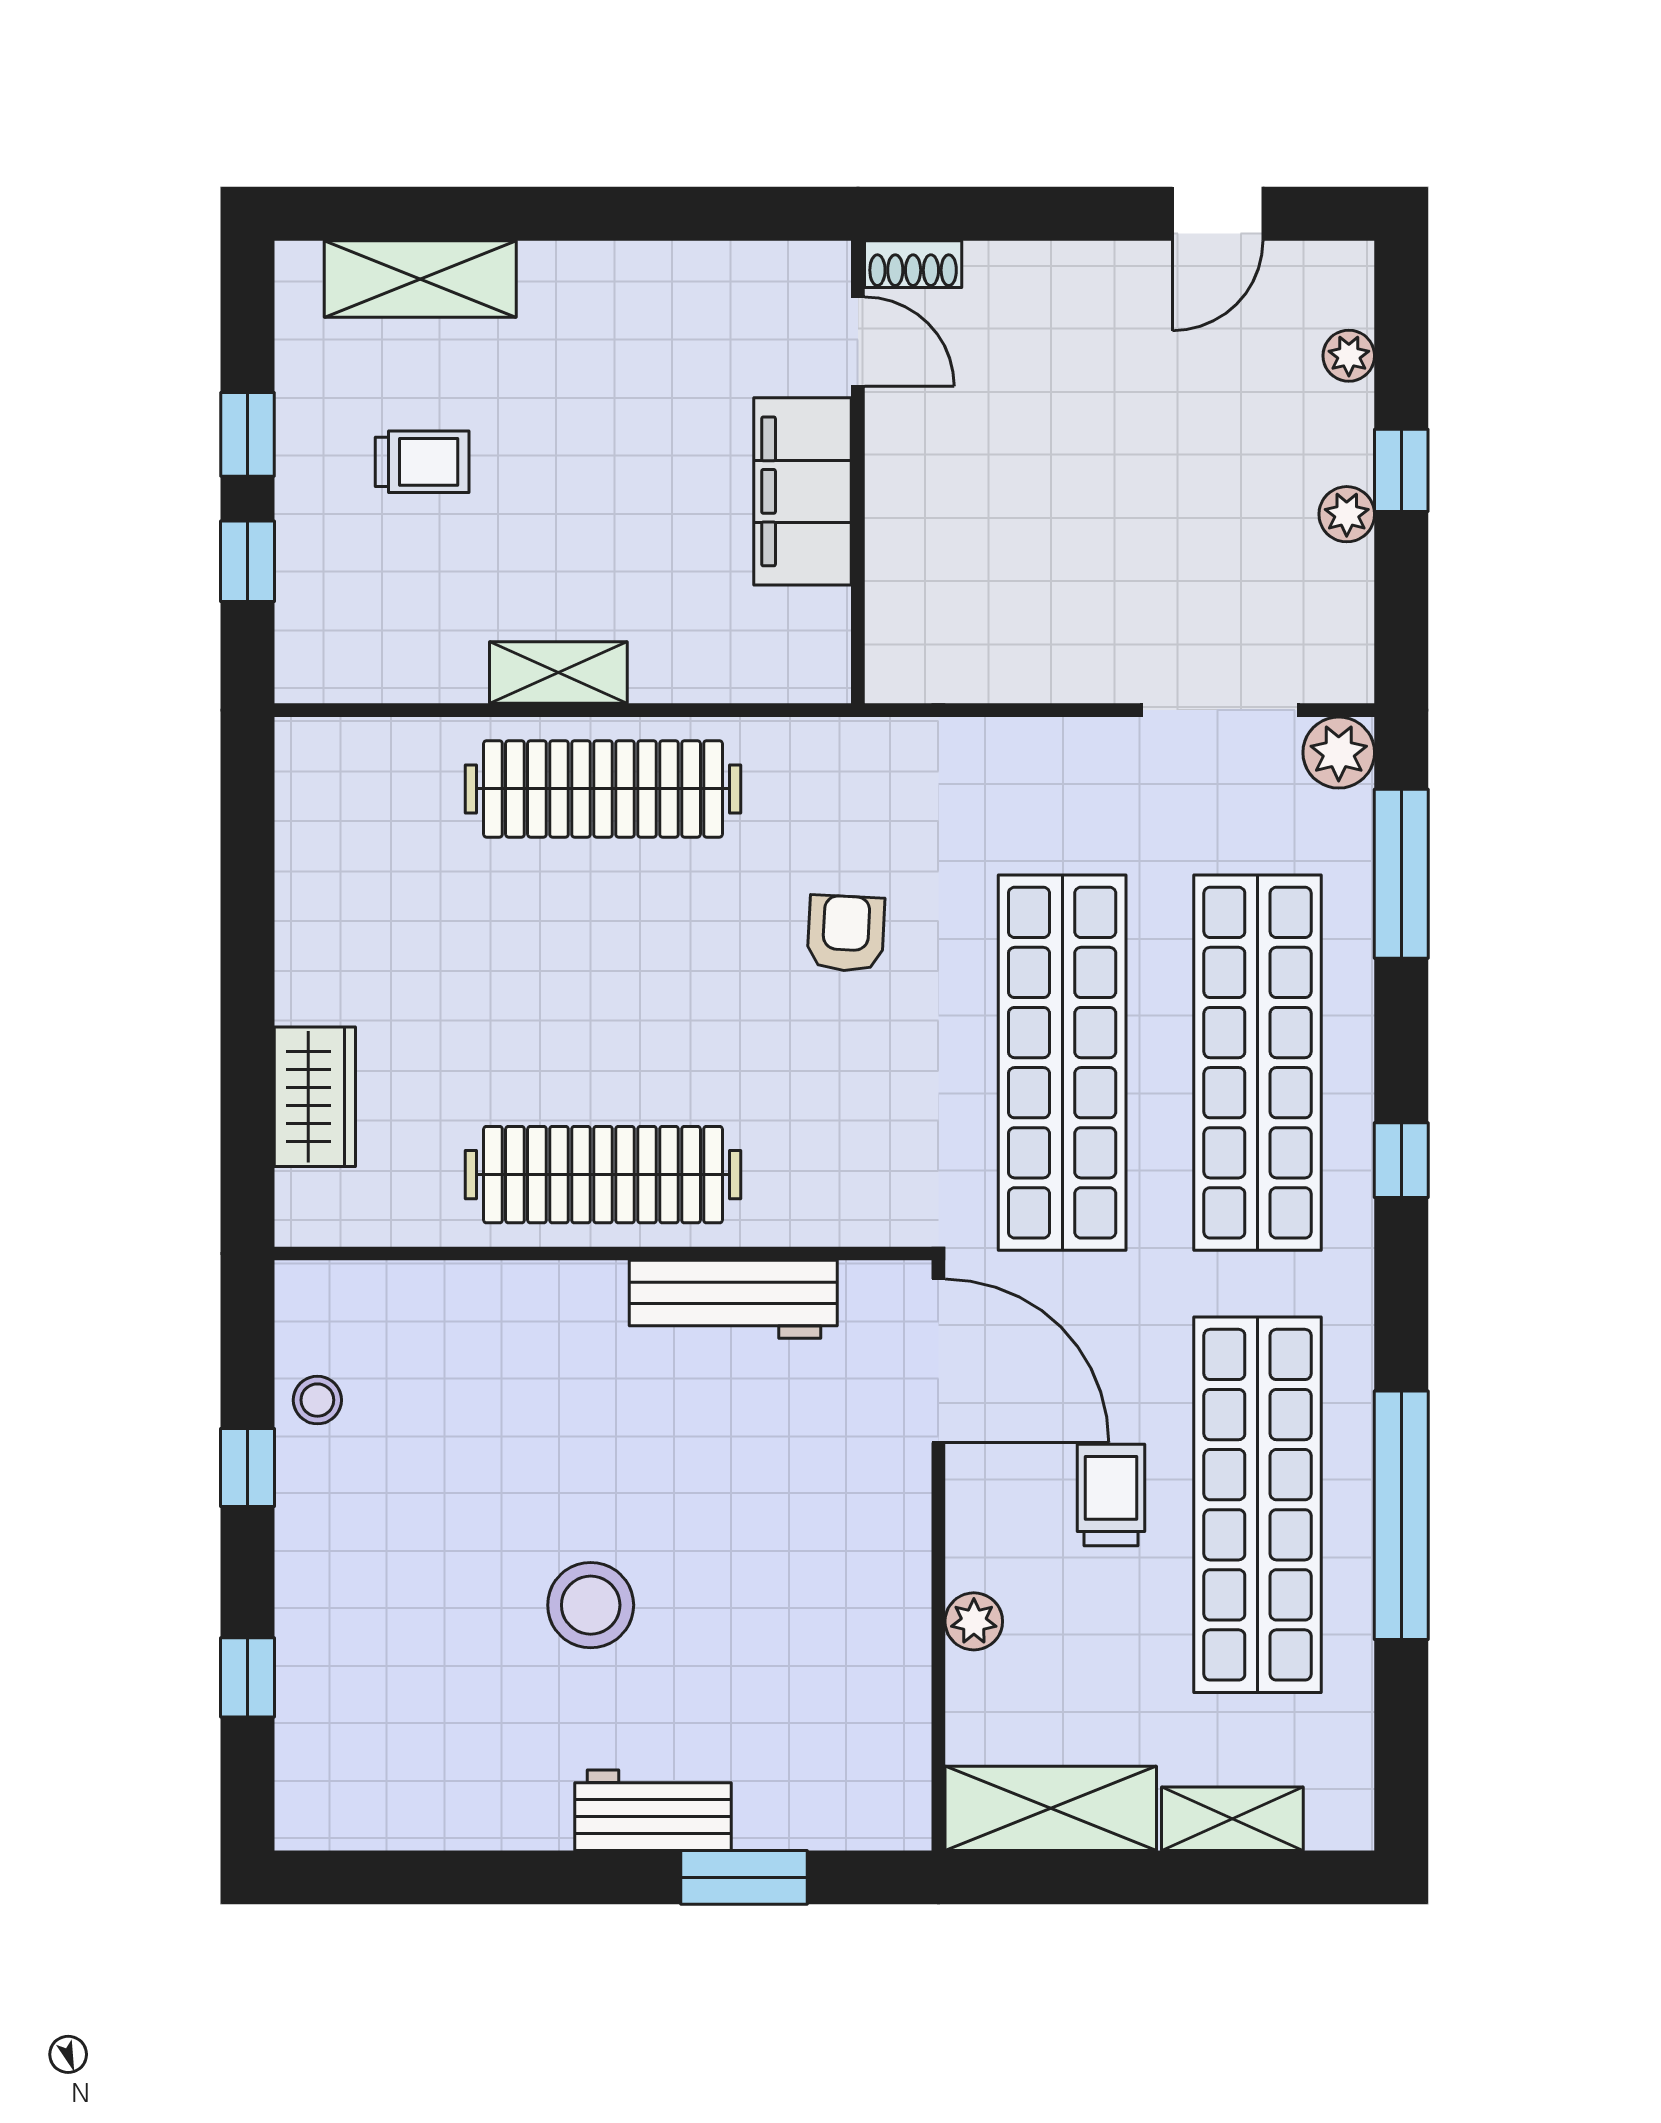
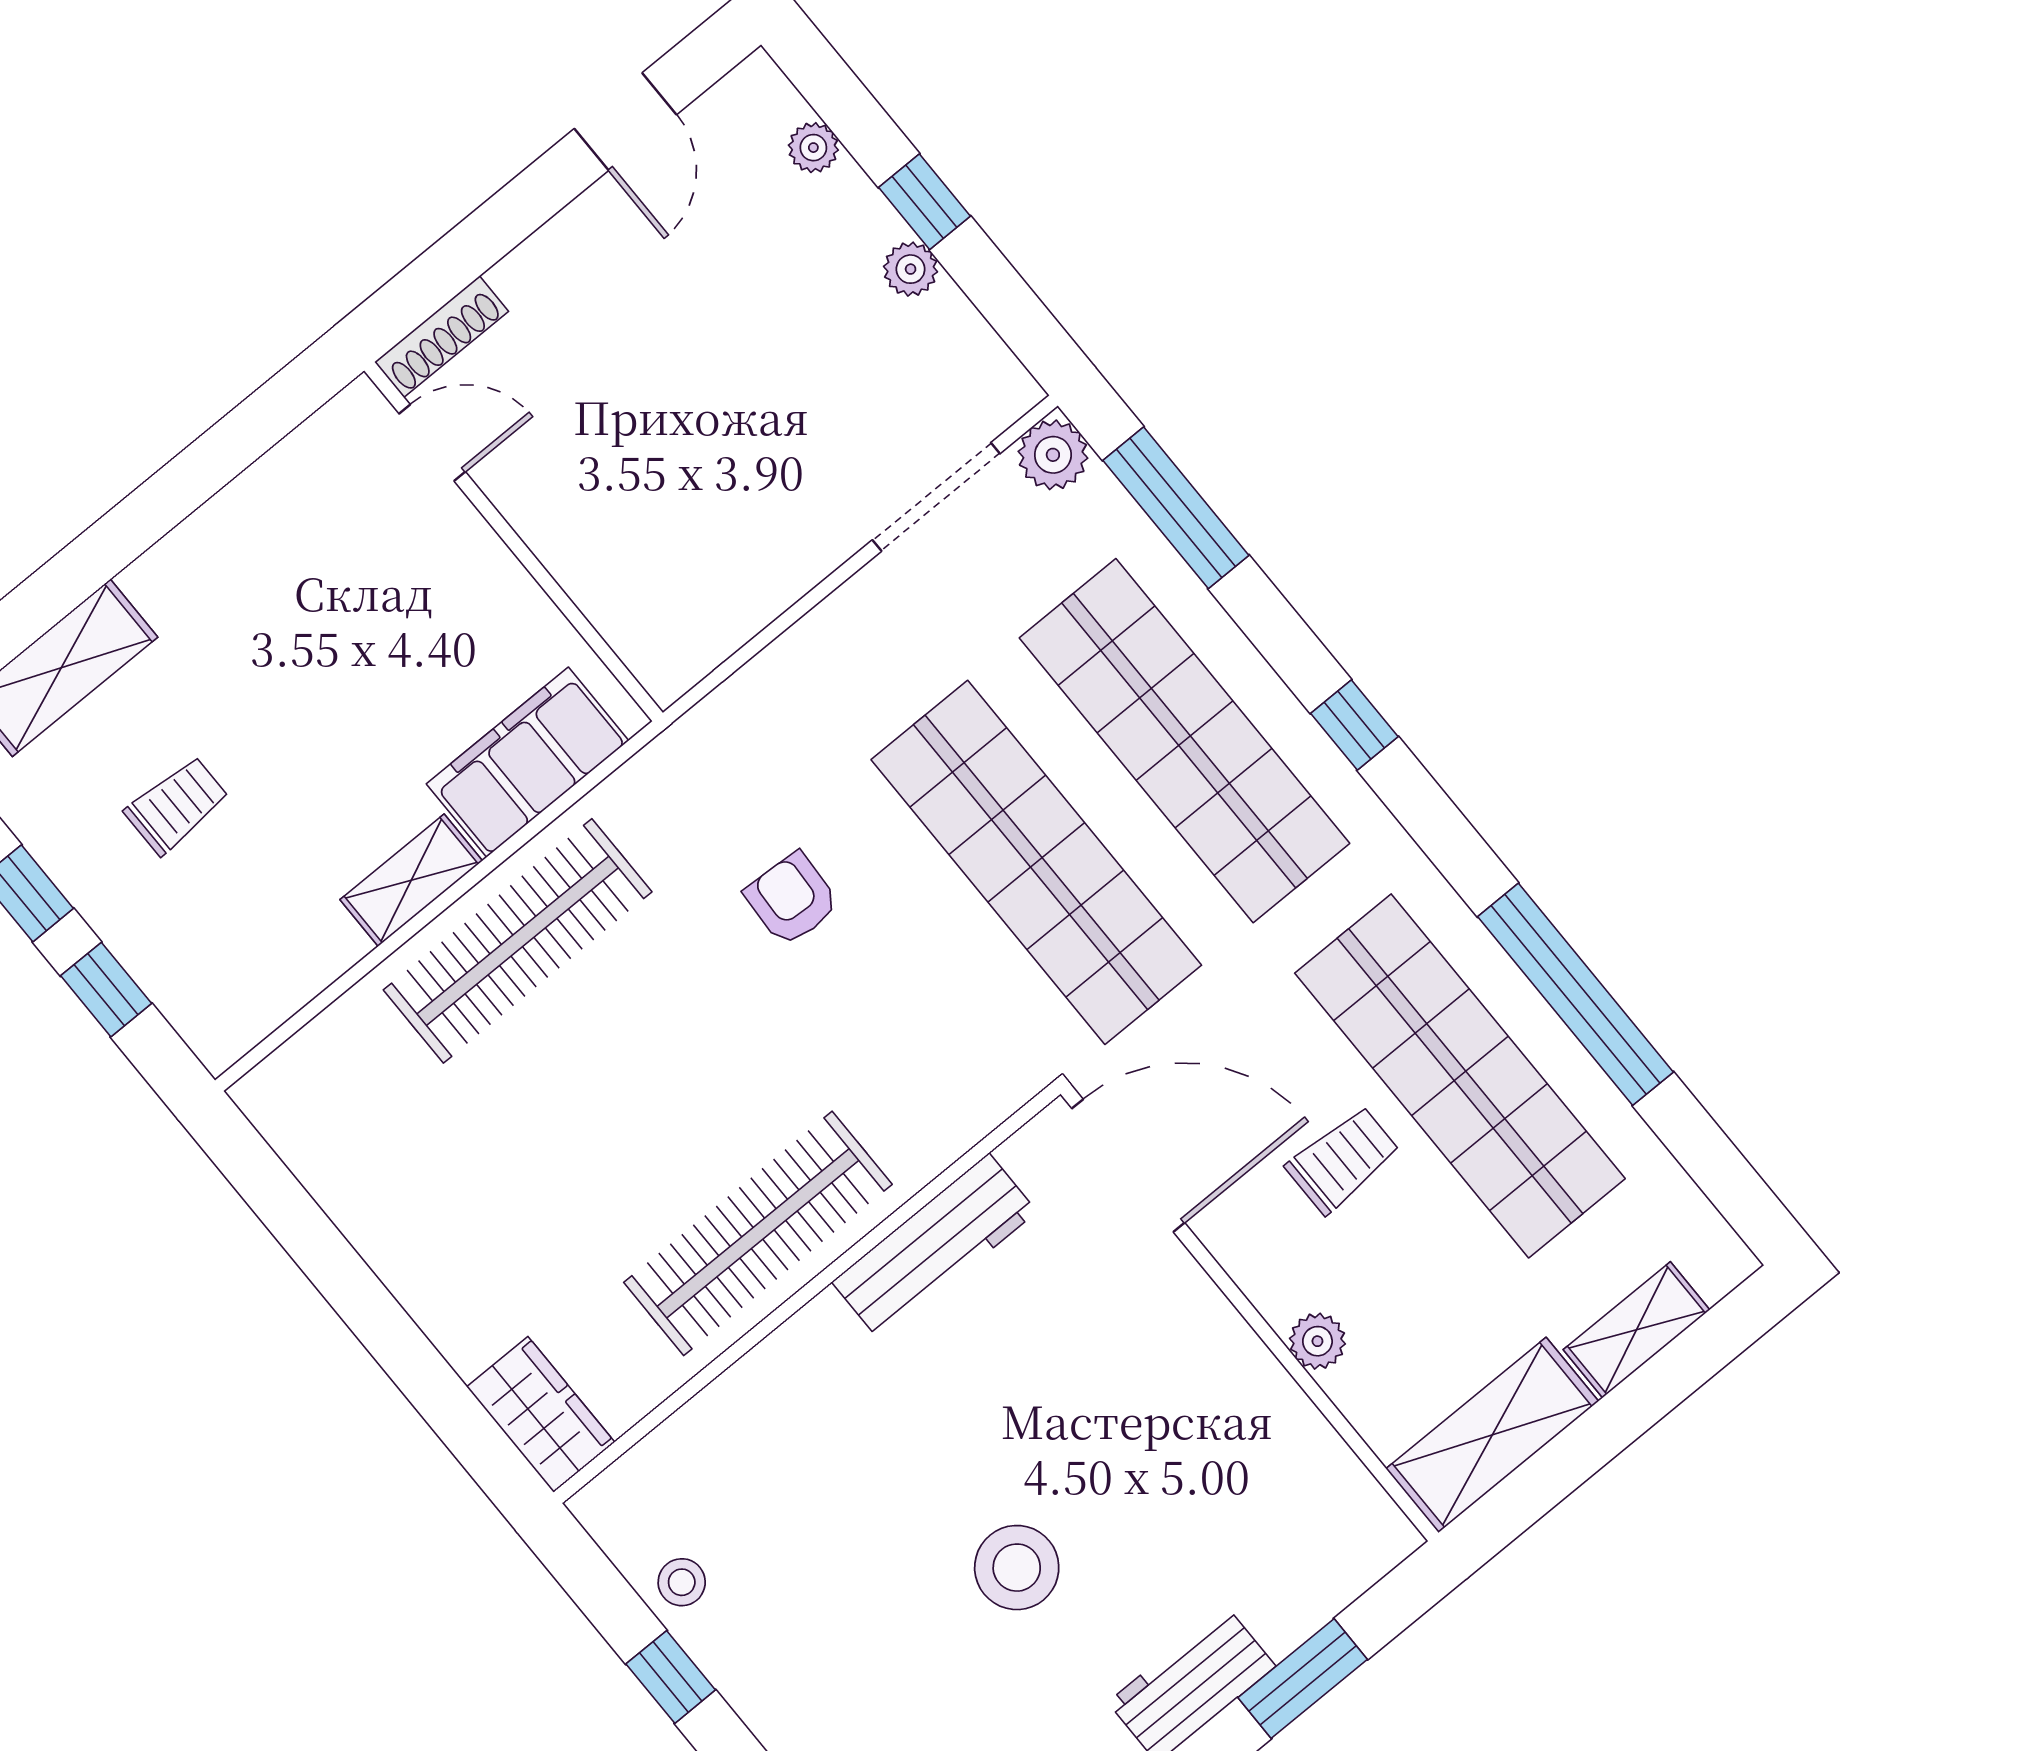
shoe rack: (913, 264) -> (442, 337), width x1.43
filing cabinet: (803, 491) -> (528, 762), moved, turned 90
wardrobe: (315, 1097) -> (541, 1415), moved
trolley: (1111, 1495) -> (1343, 1160), turned 90

